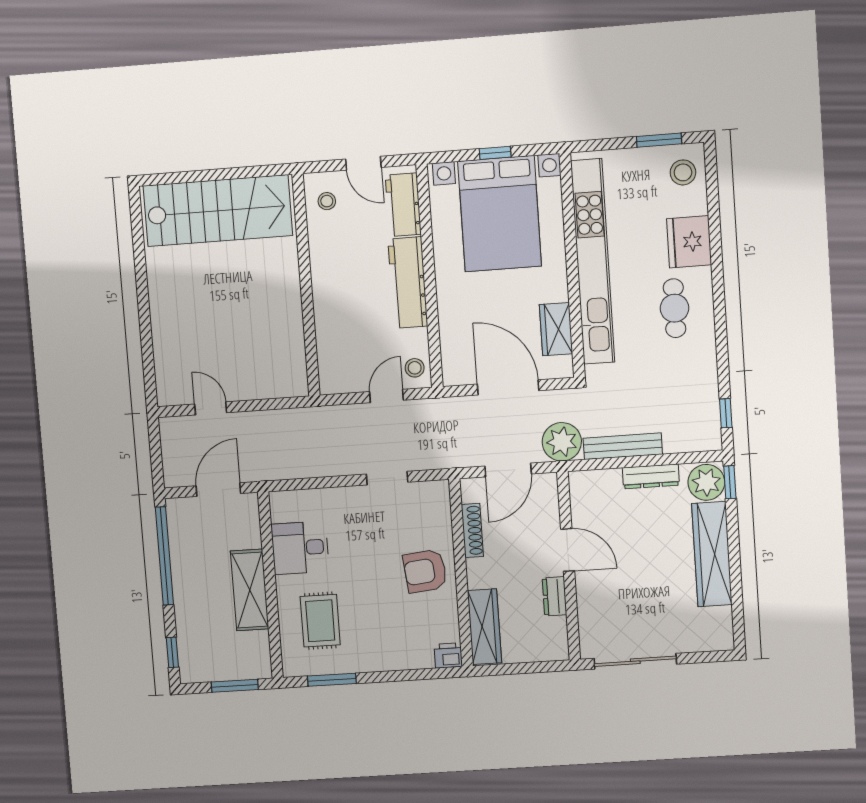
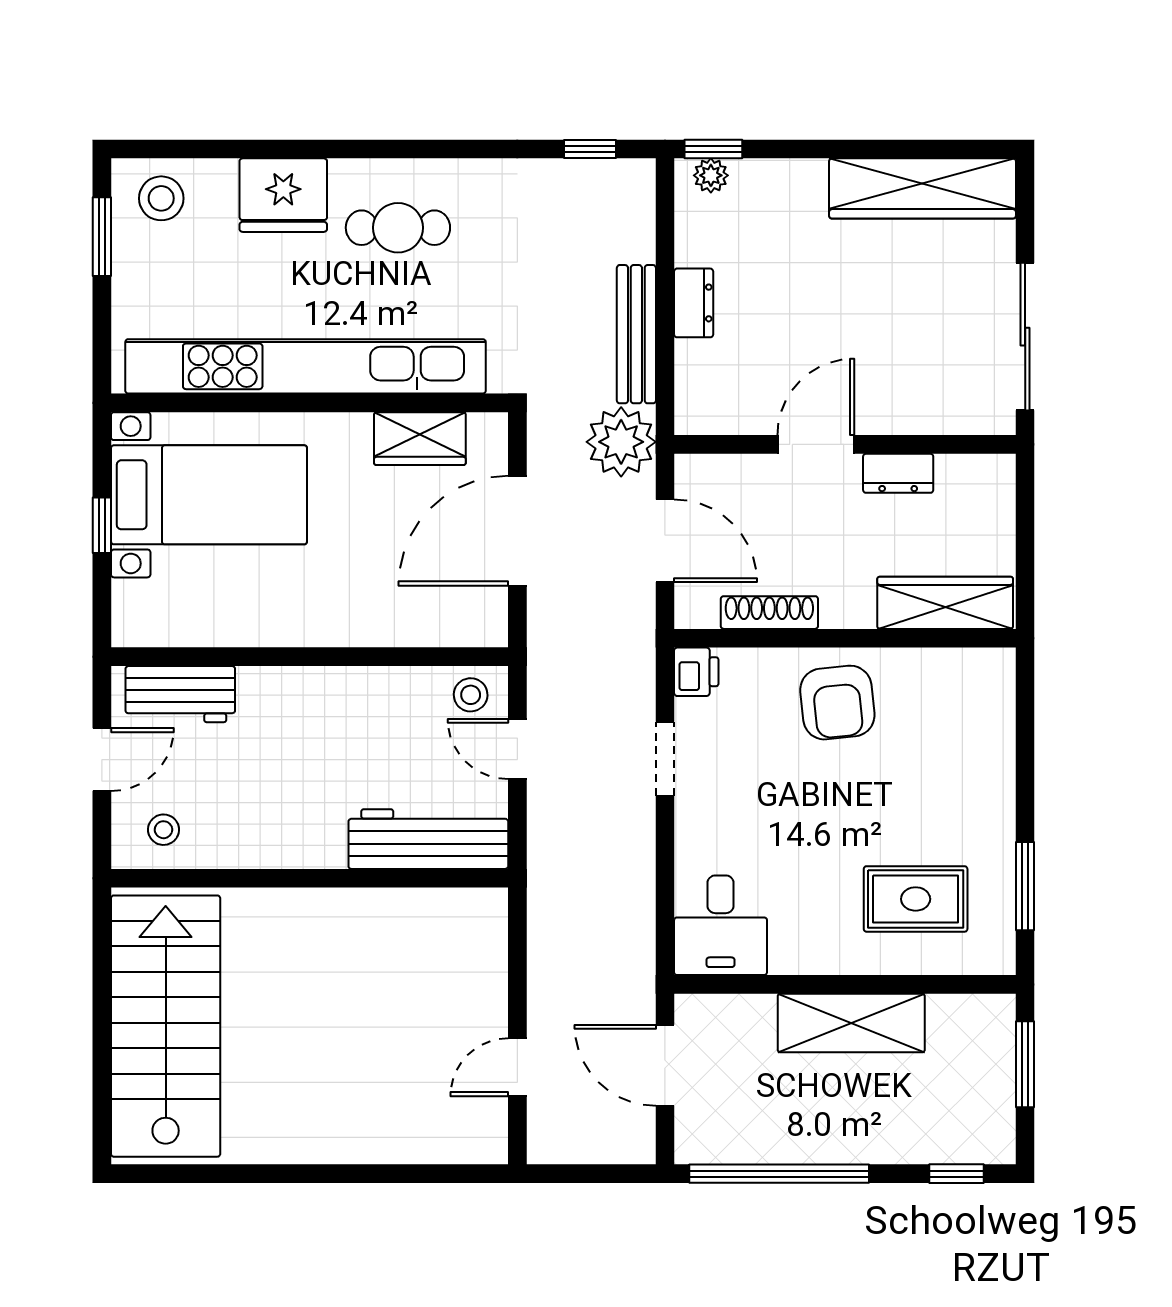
bed with nightstands: (500, 214) -> (209, 495), width x0.73
workbench: (408, 283) -> (428, 839), moved, turned 180
dresser: (651, 476) -> (694, 303), width x0.70
plant: (706, 482) -> (711, 175), width x0.53, depth x0.53
desk: (300, 548) -> (721, 925), moved
wardrobe: (712, 554) -> (922, 188), moved
printer: (448, 656) -> (696, 672), moved, turned 180

